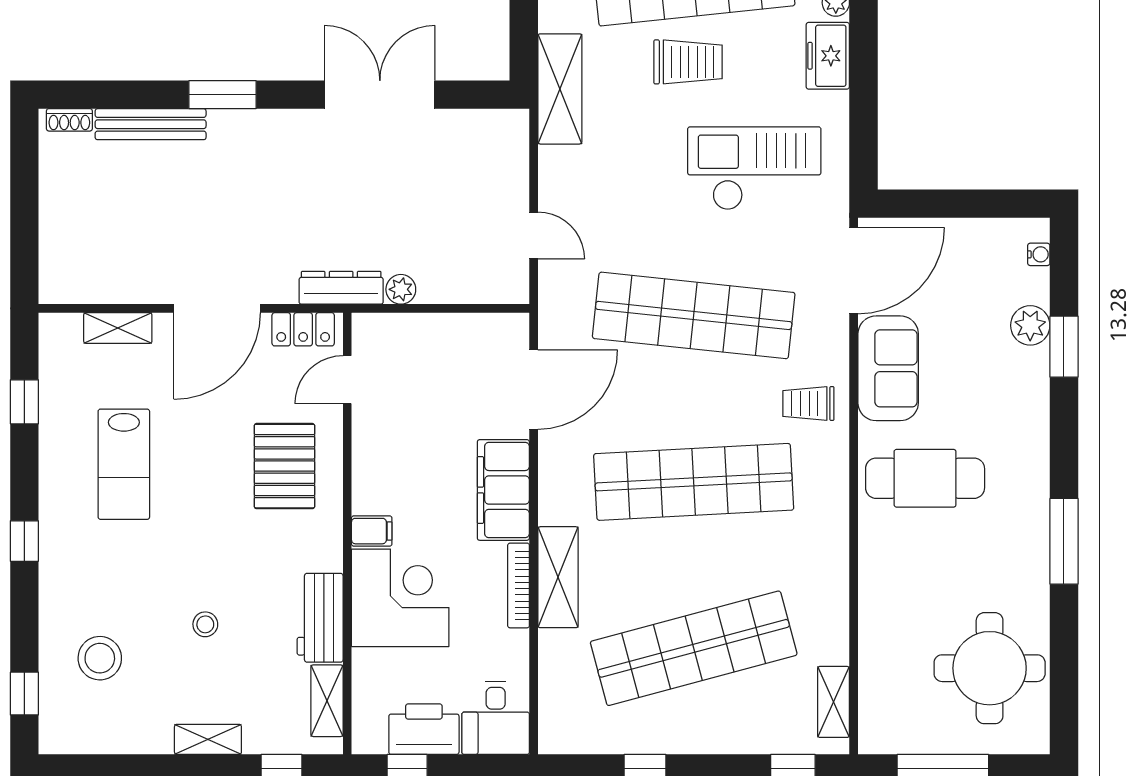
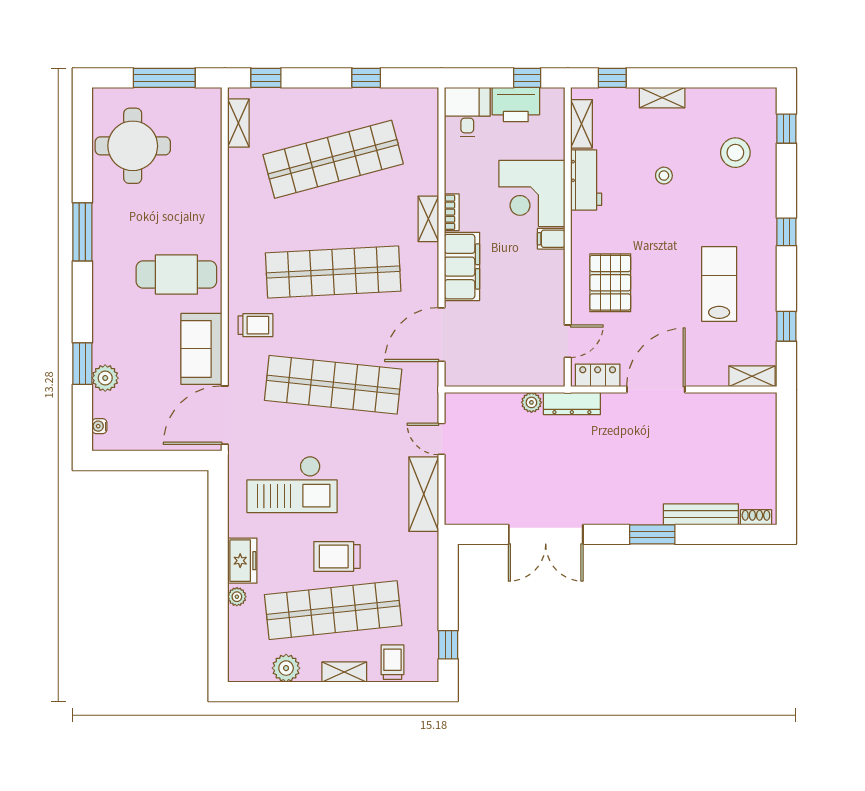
shelving: (560, 89) -> (424, 494), moved
shelving: (118, 328) -> (752, 376), moved
shelving: (558, 577) -> (428, 219), width x0.67, depth x0.75
bookcase: (519, 585) -> (452, 212), width x0.64

